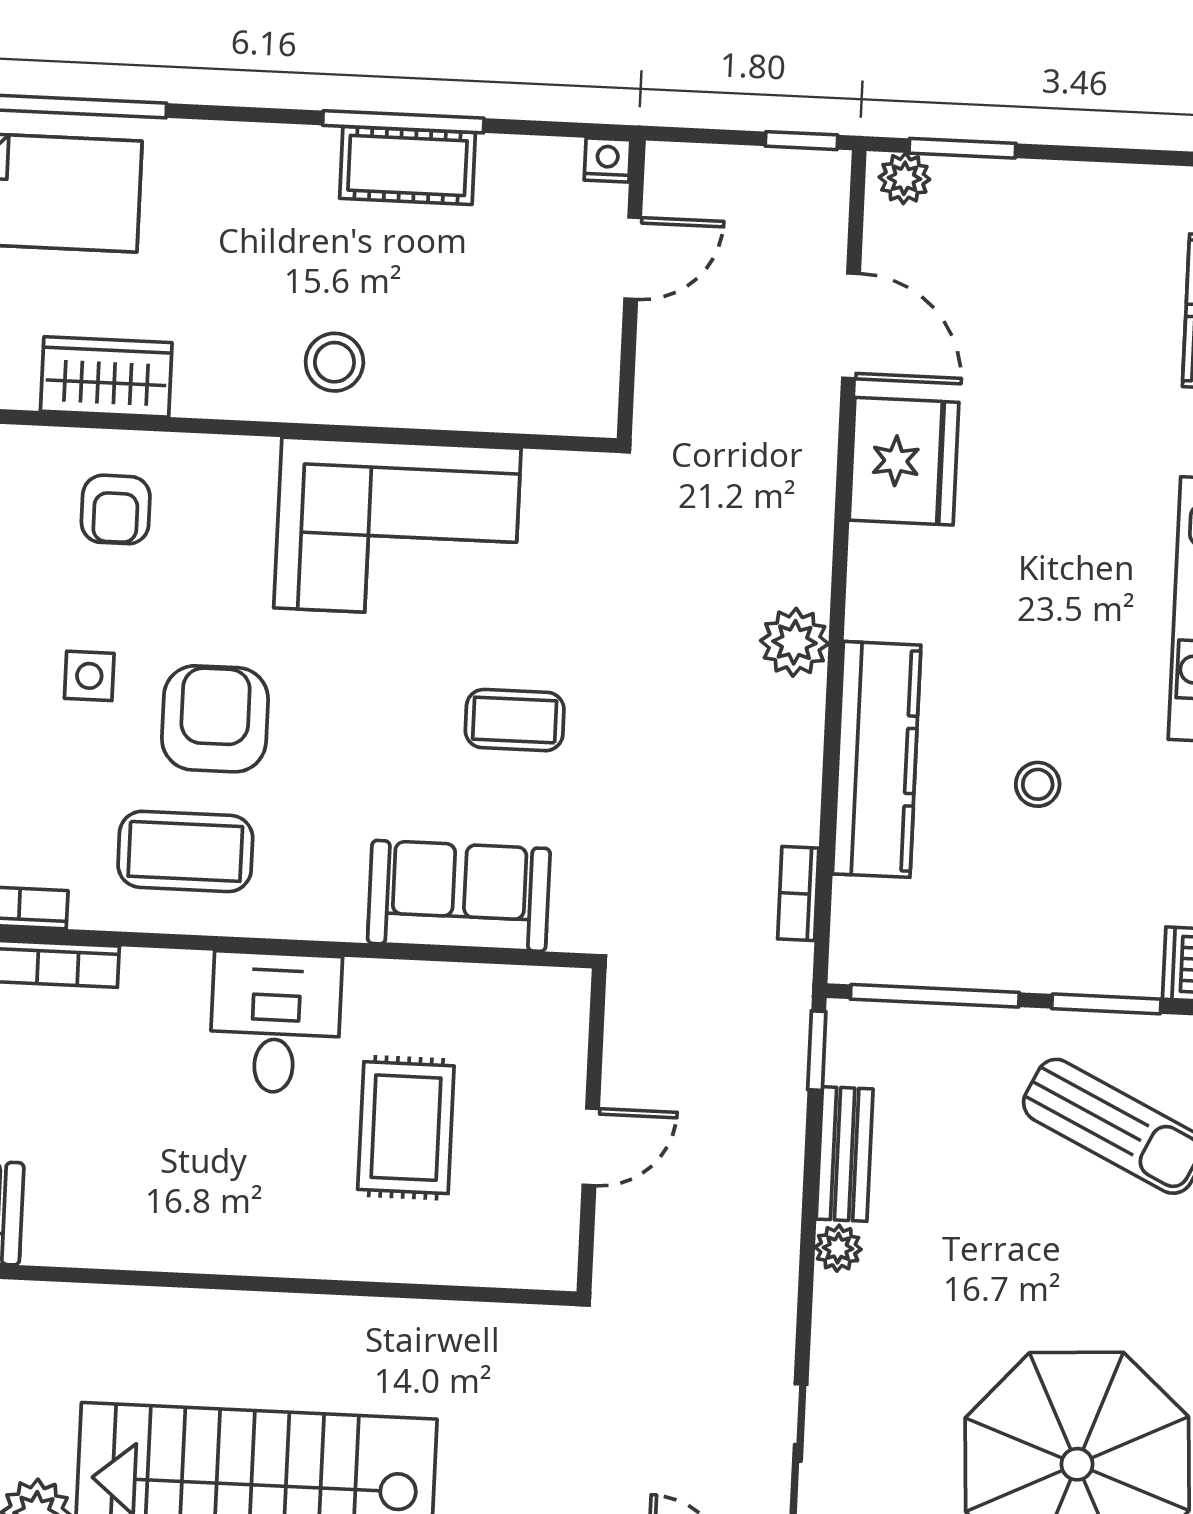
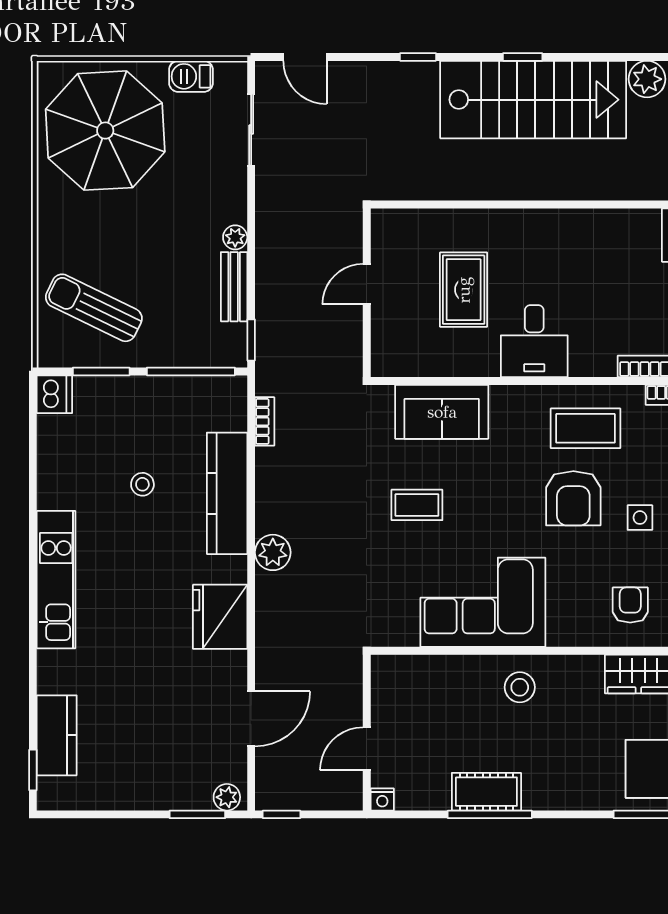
door: (851, 326) -> (251, 719), swing flipped
fridge: (904, 461) -> (220, 617), moved

